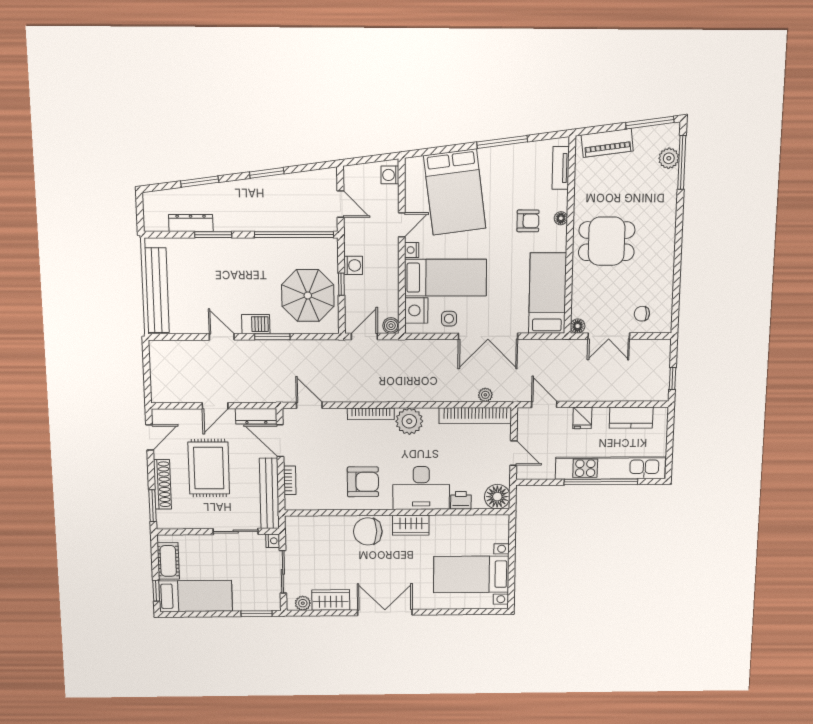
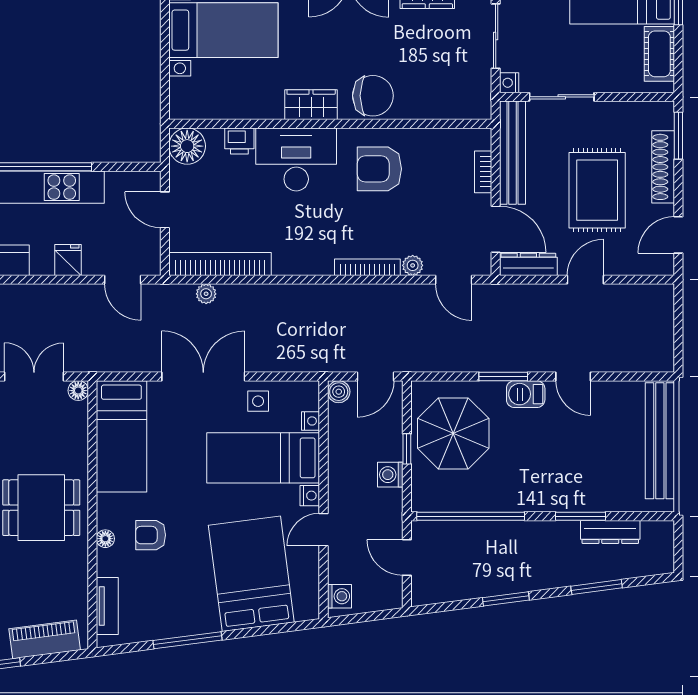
nightstand: (416, 310) -> (311, 421), width x0.53, depth x0.56
plant: (409, 421) -> (413, 265), moved, width x0.53, depth x0.53

